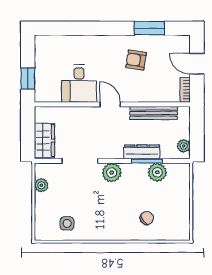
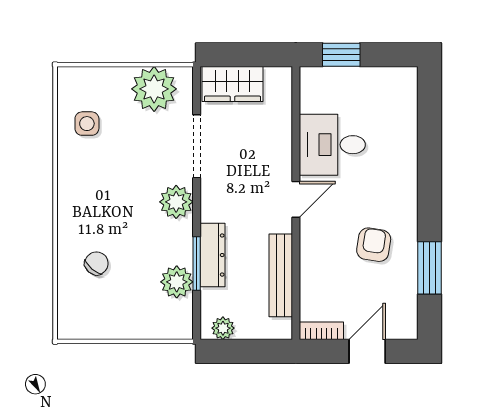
plant: (41, 185) -> (154, 89), width x1.87, depth x1.87
chair: (147, 218) -> (96, 263), turned -101

